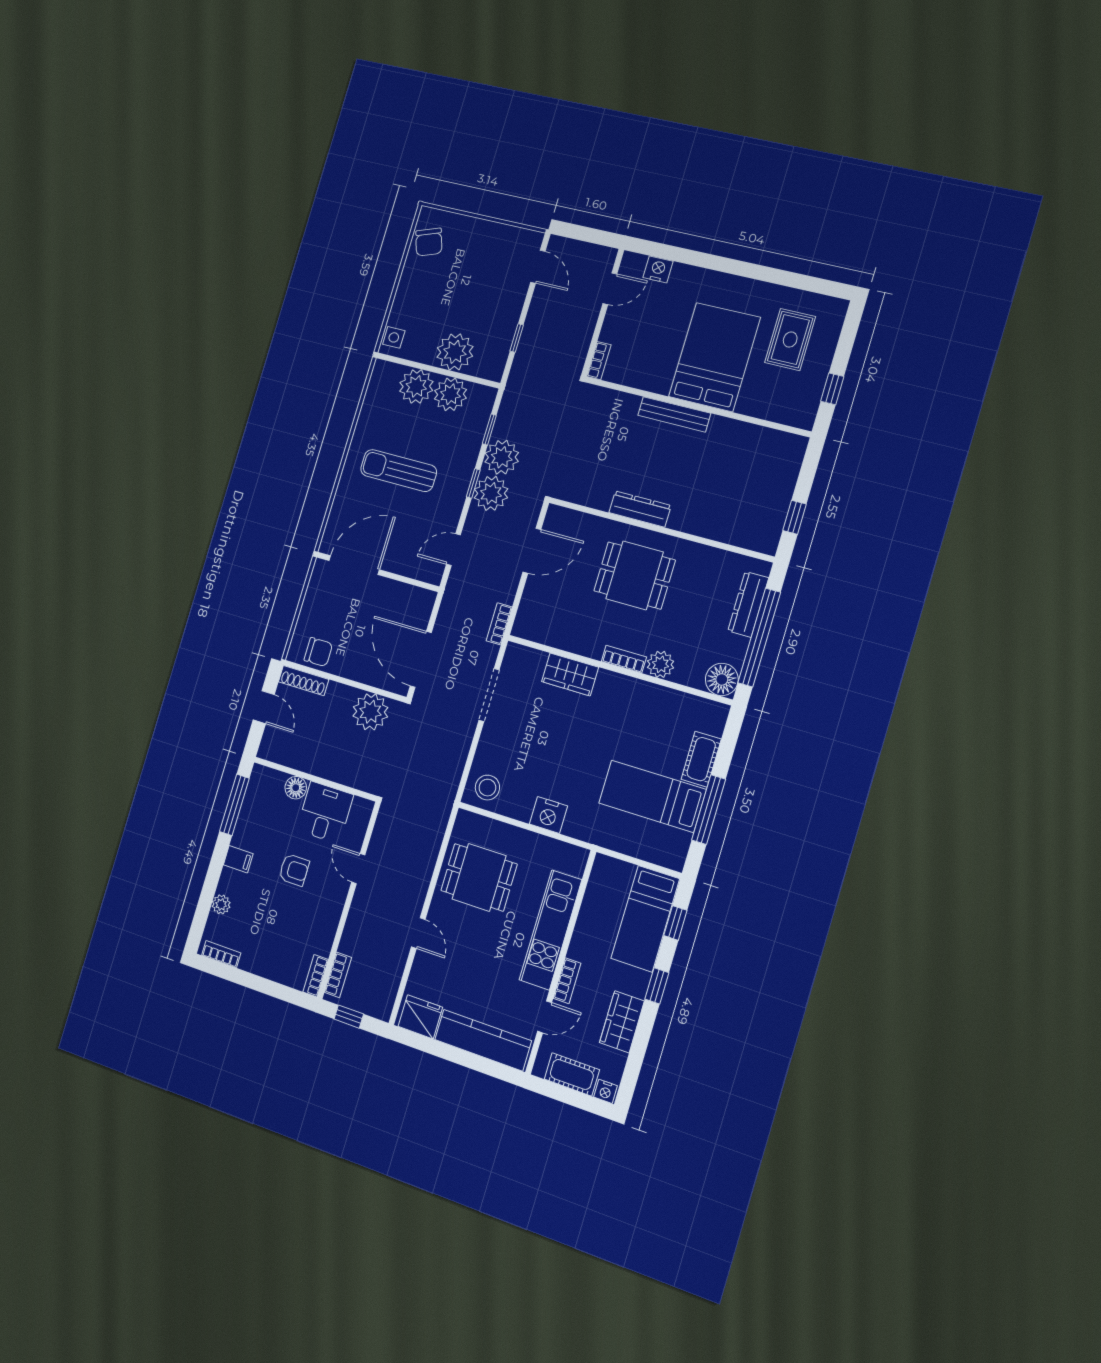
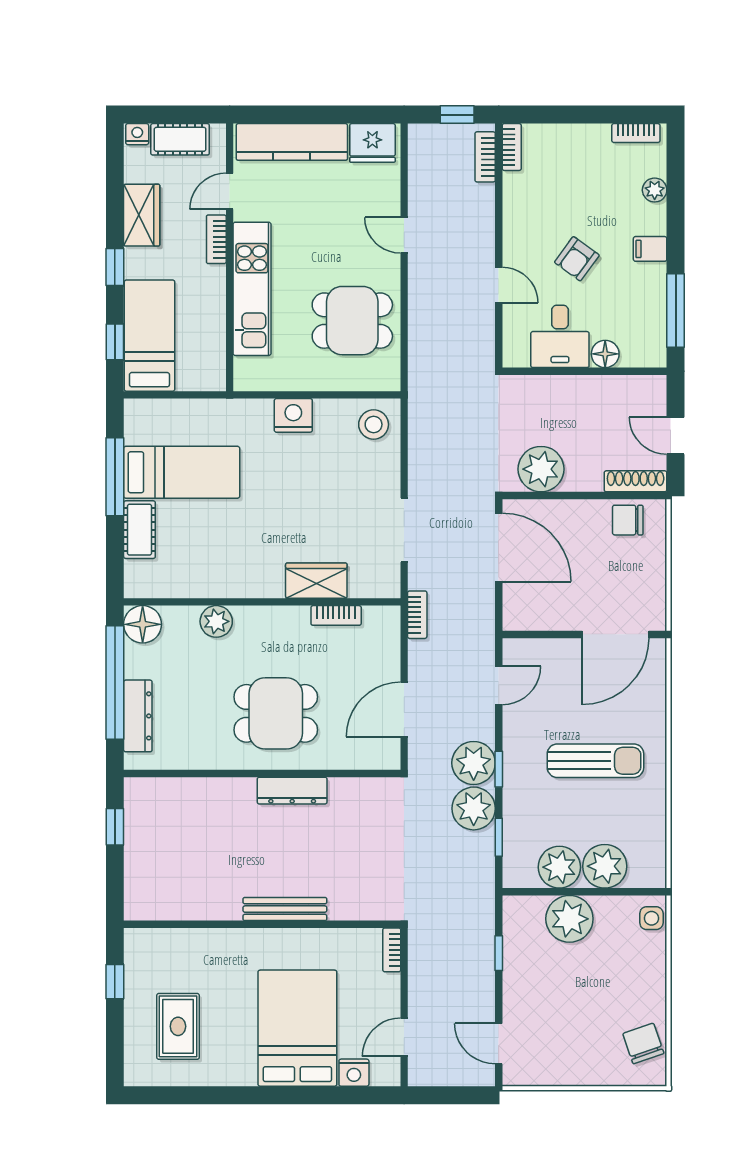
bed: (714, 357) -> (297, 1028), moved, turned 180
bookcase: (624, 659) -> (336, 615), moved
armchair: (294, 870) -> (577, 259), turned -54

